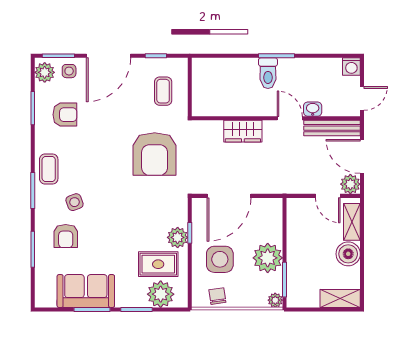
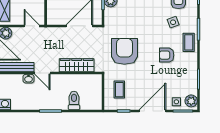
toilet: (268, 73) -> (74, 100), moved
armchair: (65, 115) -> (167, 55), moved
wardrobe: (243, 131) -> (77, 65), width x1.50
door: (328, 196) -> (32, 26), moved

